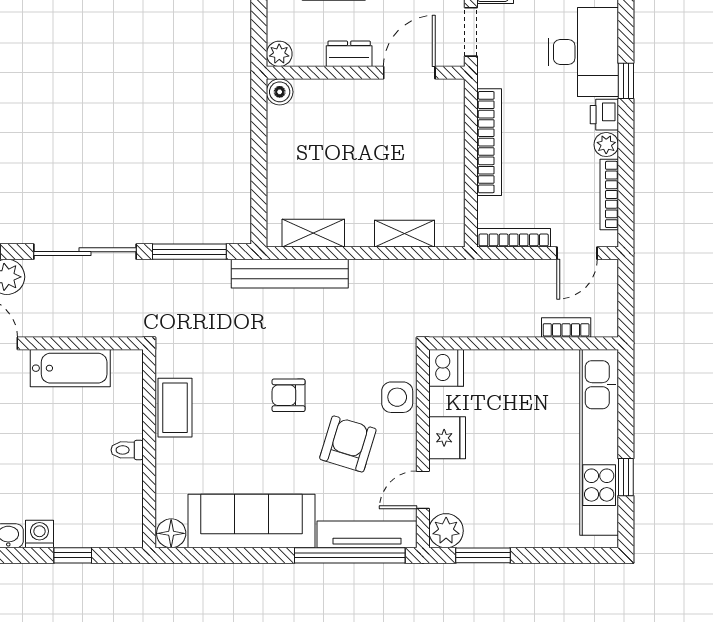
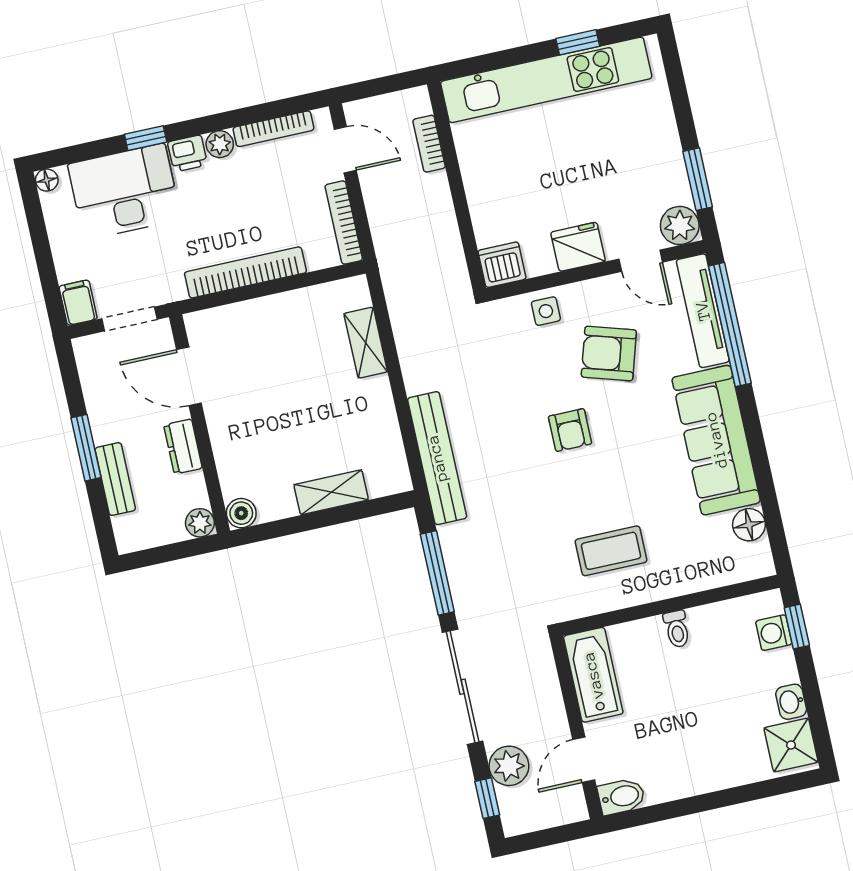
shelving: (313, 233) -> (331, 492), moved, turned 90
side table: (397, 397) -> (546, 311), width x0.73, depth x0.73
wall: (149, 449) -> (670, 605), moved
toilet: (127, 450) -> (677, 629), moved
washing machine: (39, 534) -> (774, 633), moved

